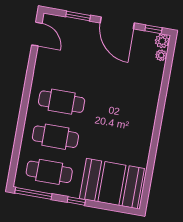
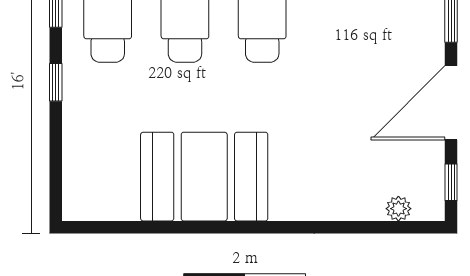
plant: (162, 41) -> (429, 205), removed
booth: (112, 184) -> (204, 177), moved, turned 90

